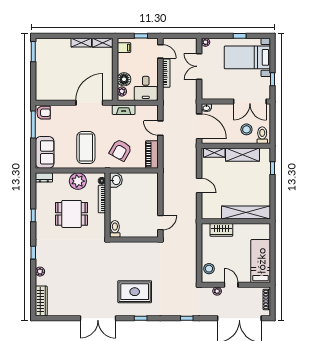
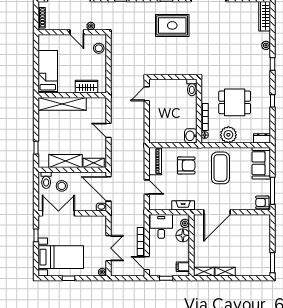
armchair: (121, 150) -> (186, 165), turned 60
bed: (261, 261) -> (48, 72), moved, turned 180

